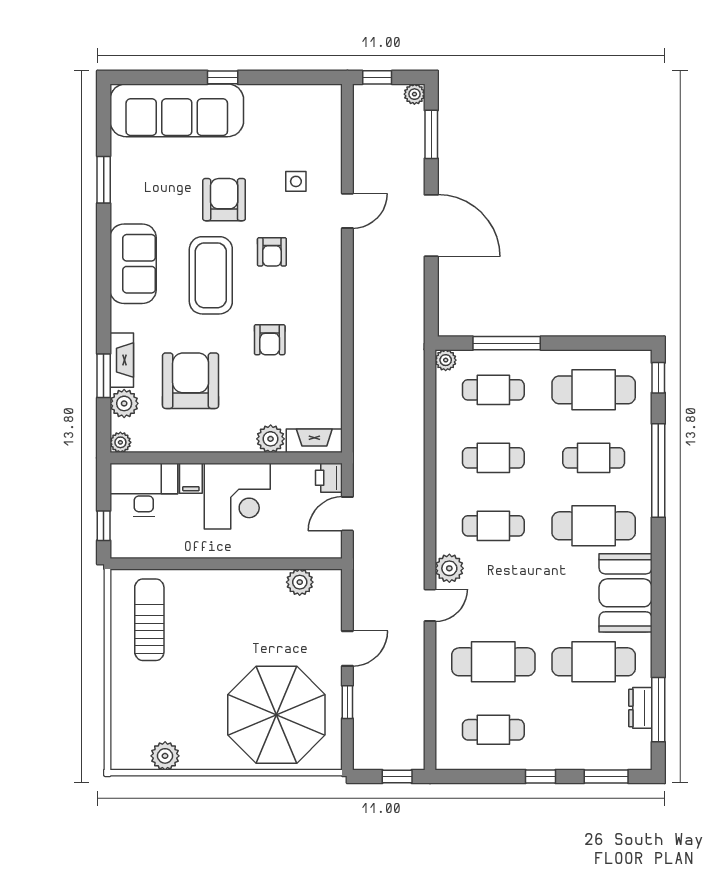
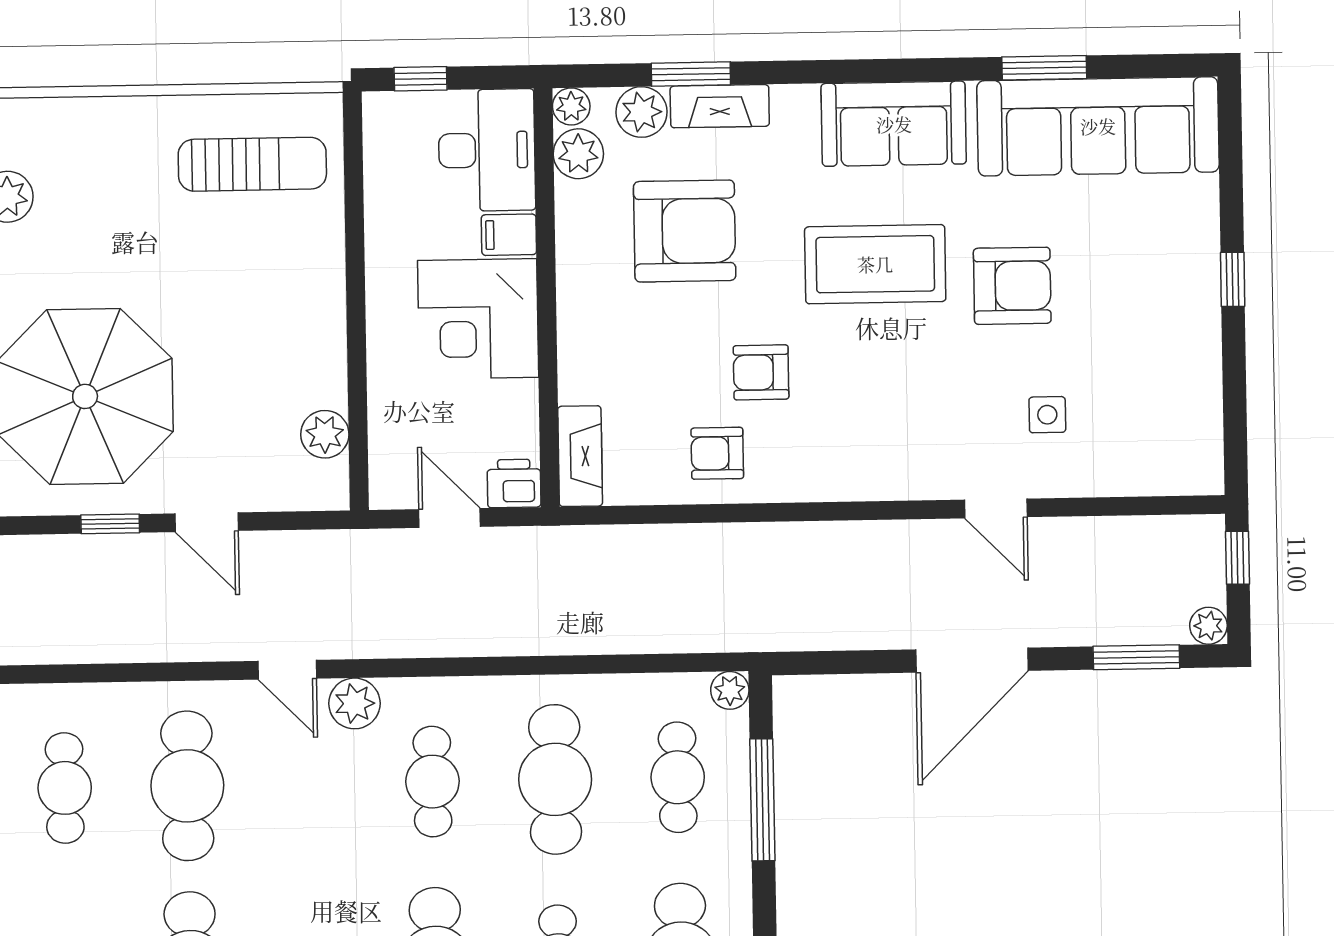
sofa: (177, 110) -> (1098, 126), moved, turned -90
armchair: (272, 252) -> (717, 453), moved
plant: (271, 439) -> (578, 154), moved
cafe table: (493, 458) -> (555, 779), width x1.37, depth x1.35

